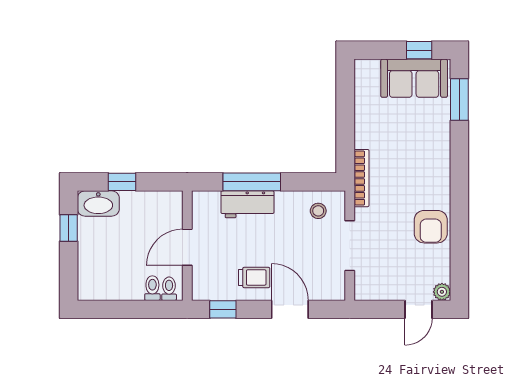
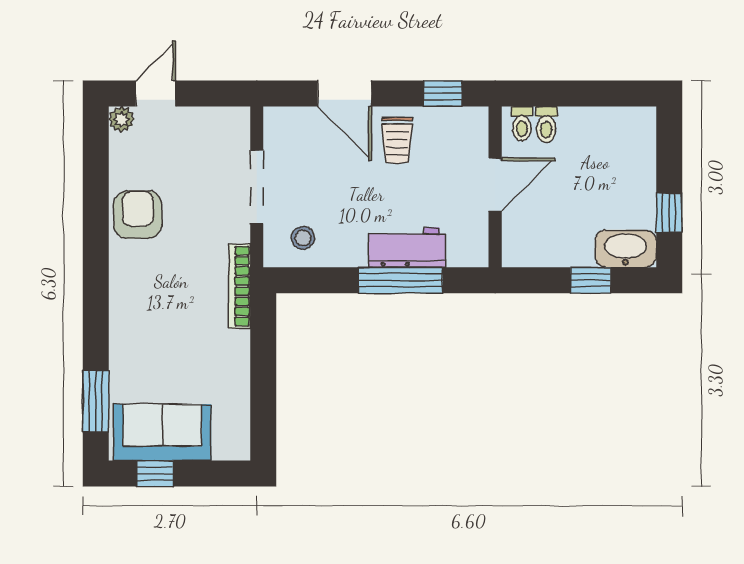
trolley: (254, 277) -> (397, 140), turned -90

